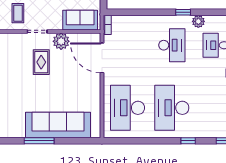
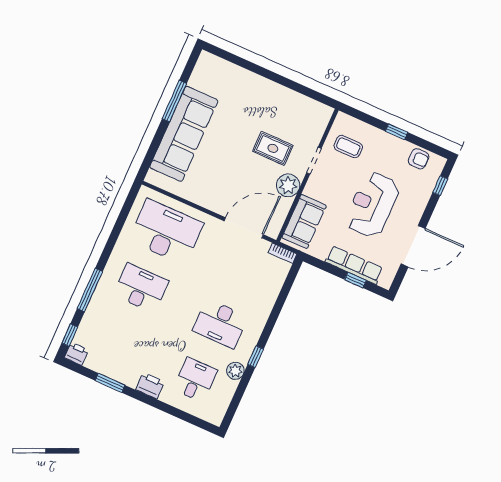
desk: (172, 108) -> (141, 288), width x0.73, depth x0.77
window: (188, 141) -> (90, 290), width x2.17

